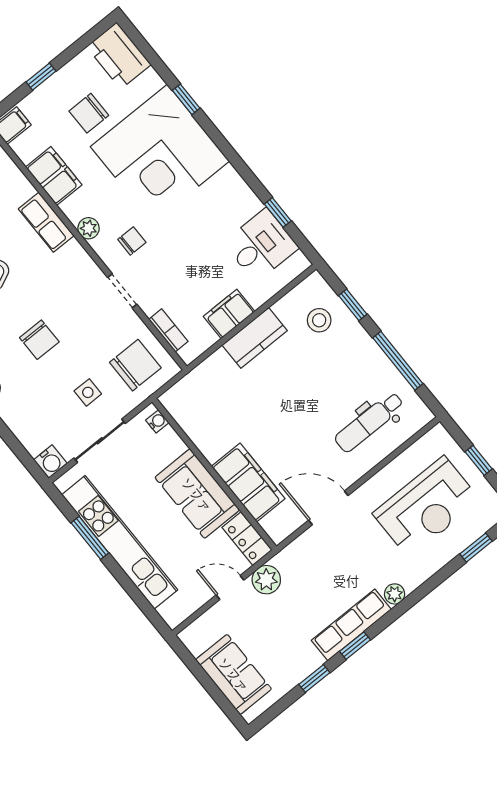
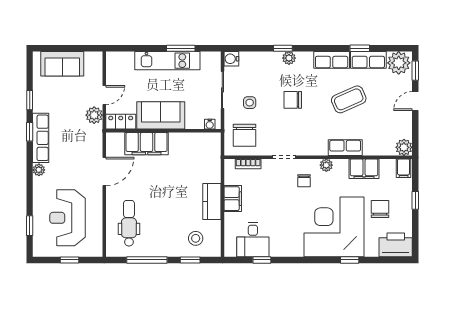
kitchen unit: (120, 542) -> (167, 61), width x0.73

